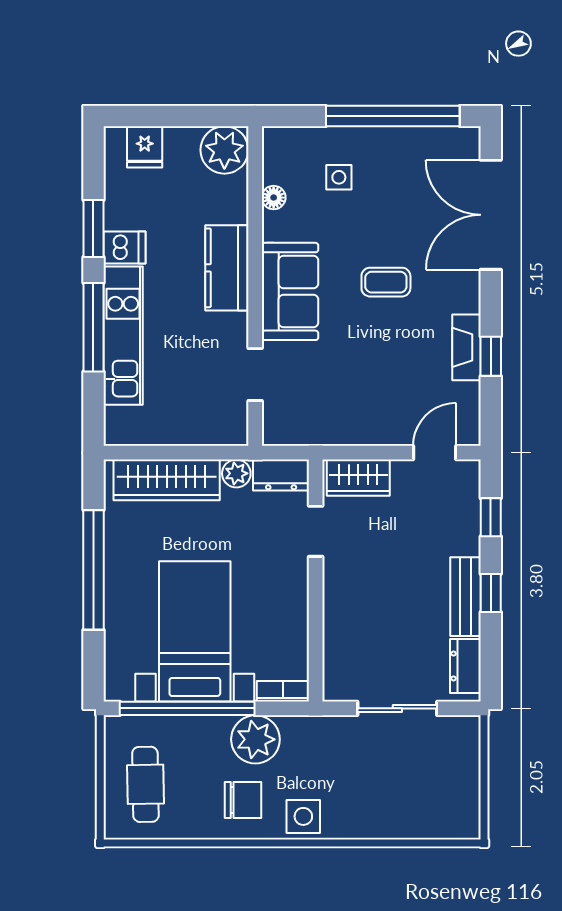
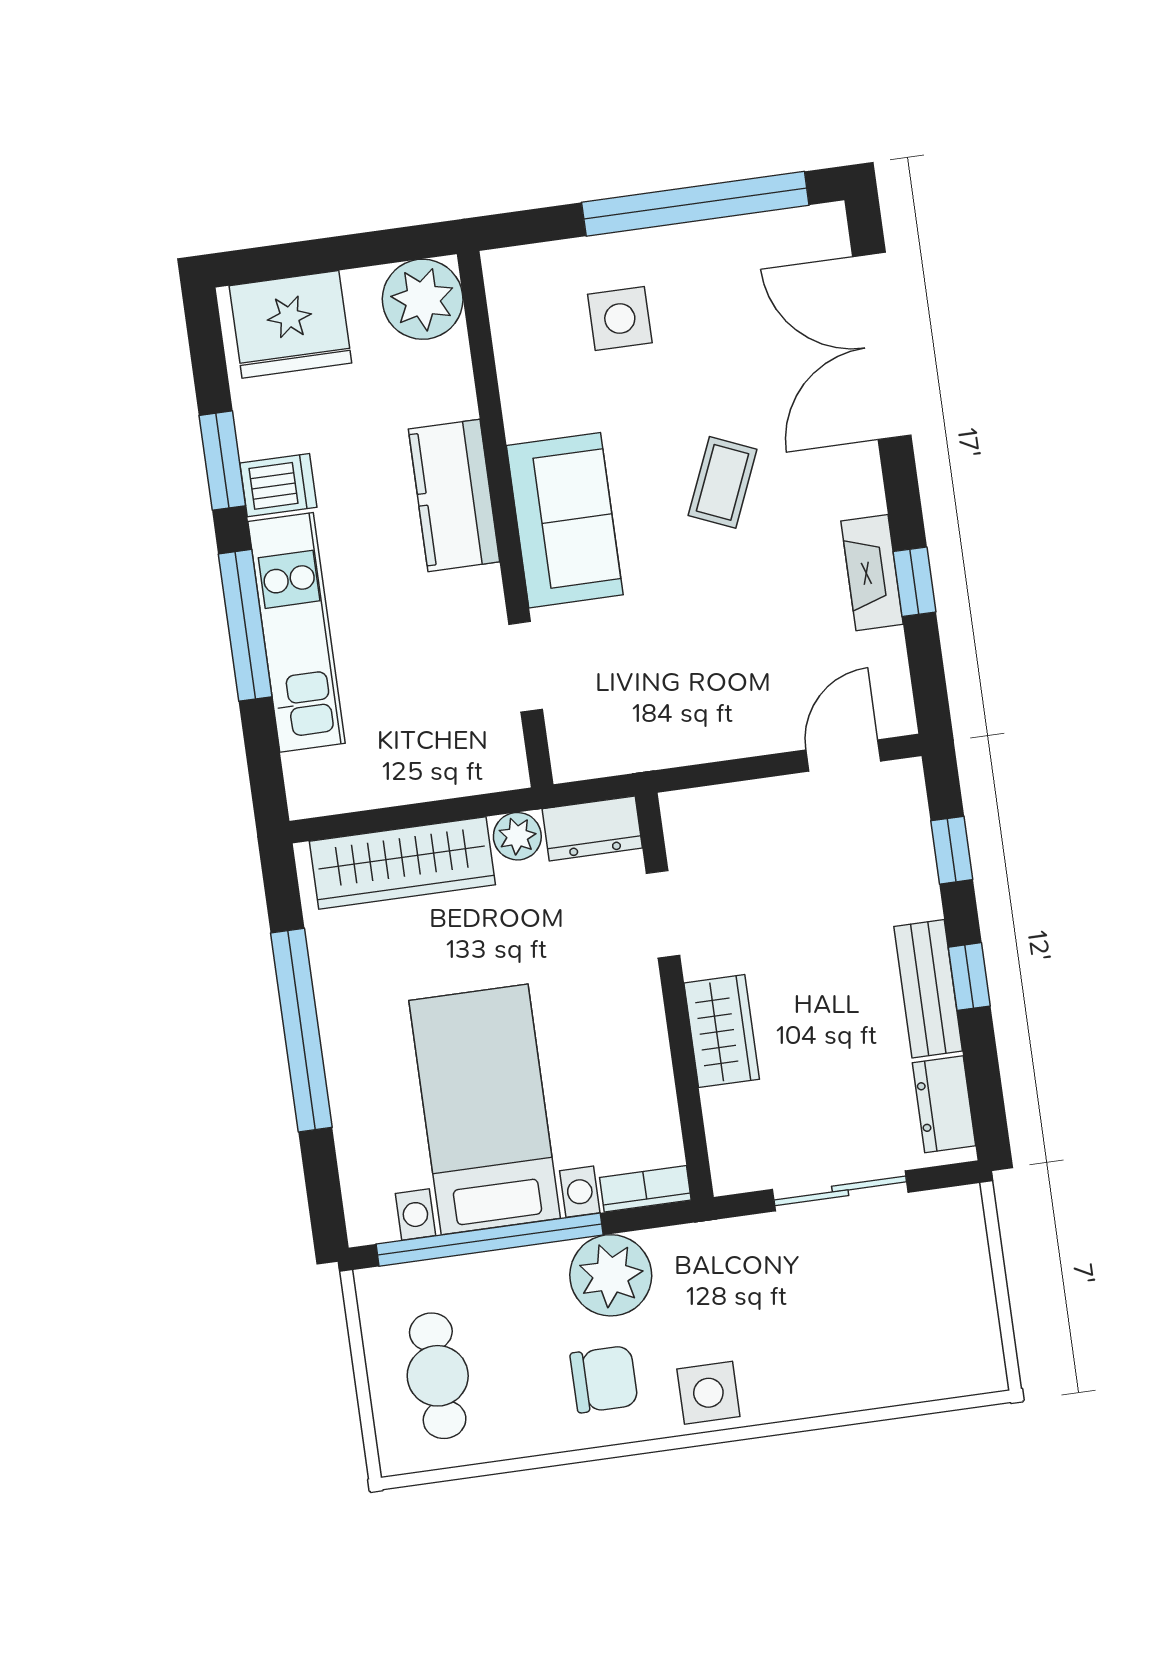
fridge: (145, 147) -> (290, 324), width x1.88, depth x1.34
side table: (339, 177) -> (620, 319), width x1.37, depth x1.37
floor lamp: (274, 198) -> (516, 367), removed
coffee table: (386, 282) -> (723, 482), turned -67
wardrobe: (358, 478) -> (722, 1031), moved, turned -90

